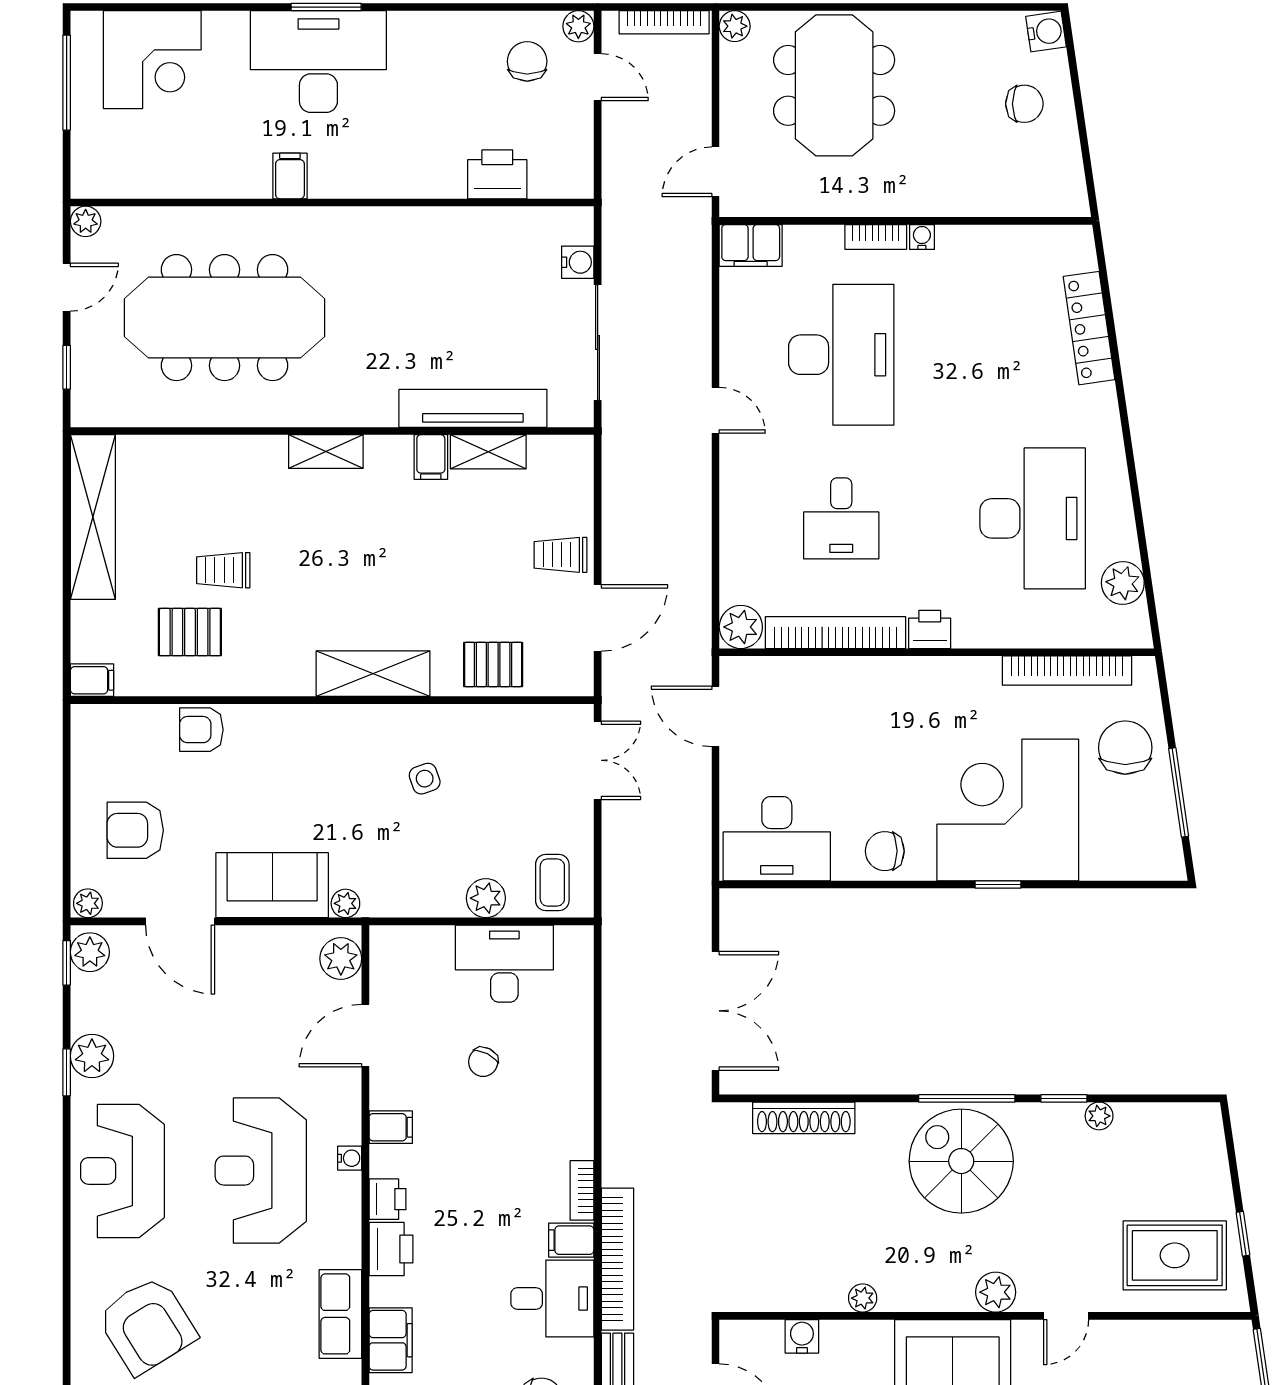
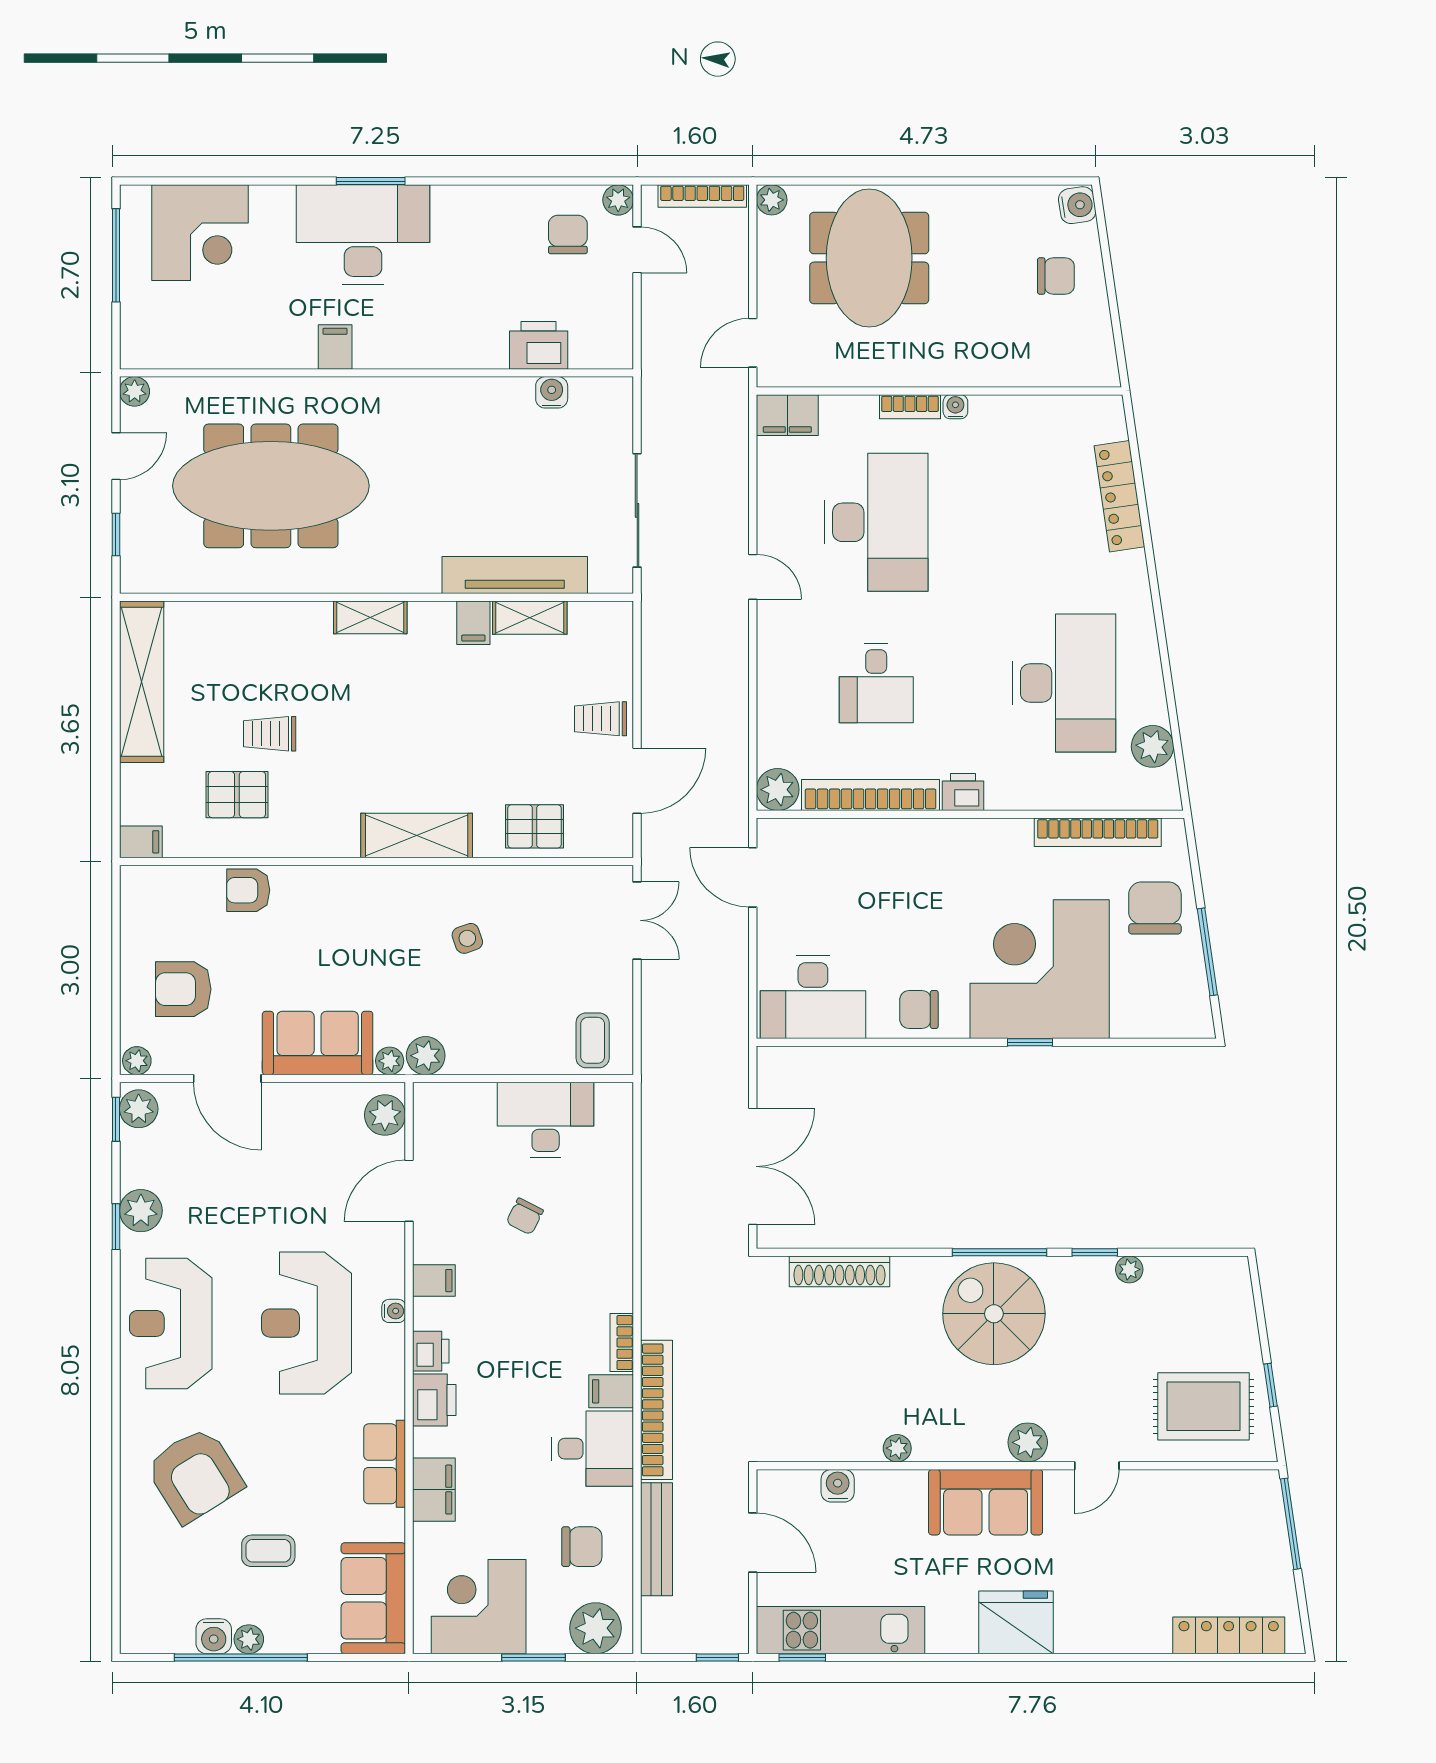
water cooler: (578, 262) -> (552, 392), moved, turned -90
plant: (486, 898) -> (426, 1056), moved

